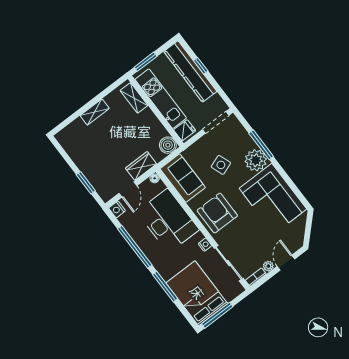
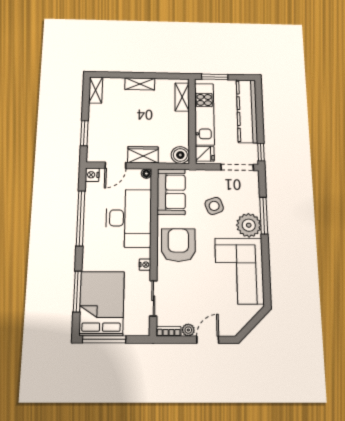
window: (201, 66) -> (261, 152), moved
shelving: (66, 143) -> (96, 90), added
sliding door: (229, 263) -> (153, 298), width x0.73
window: (165, 287) -> (77, 291), moved

